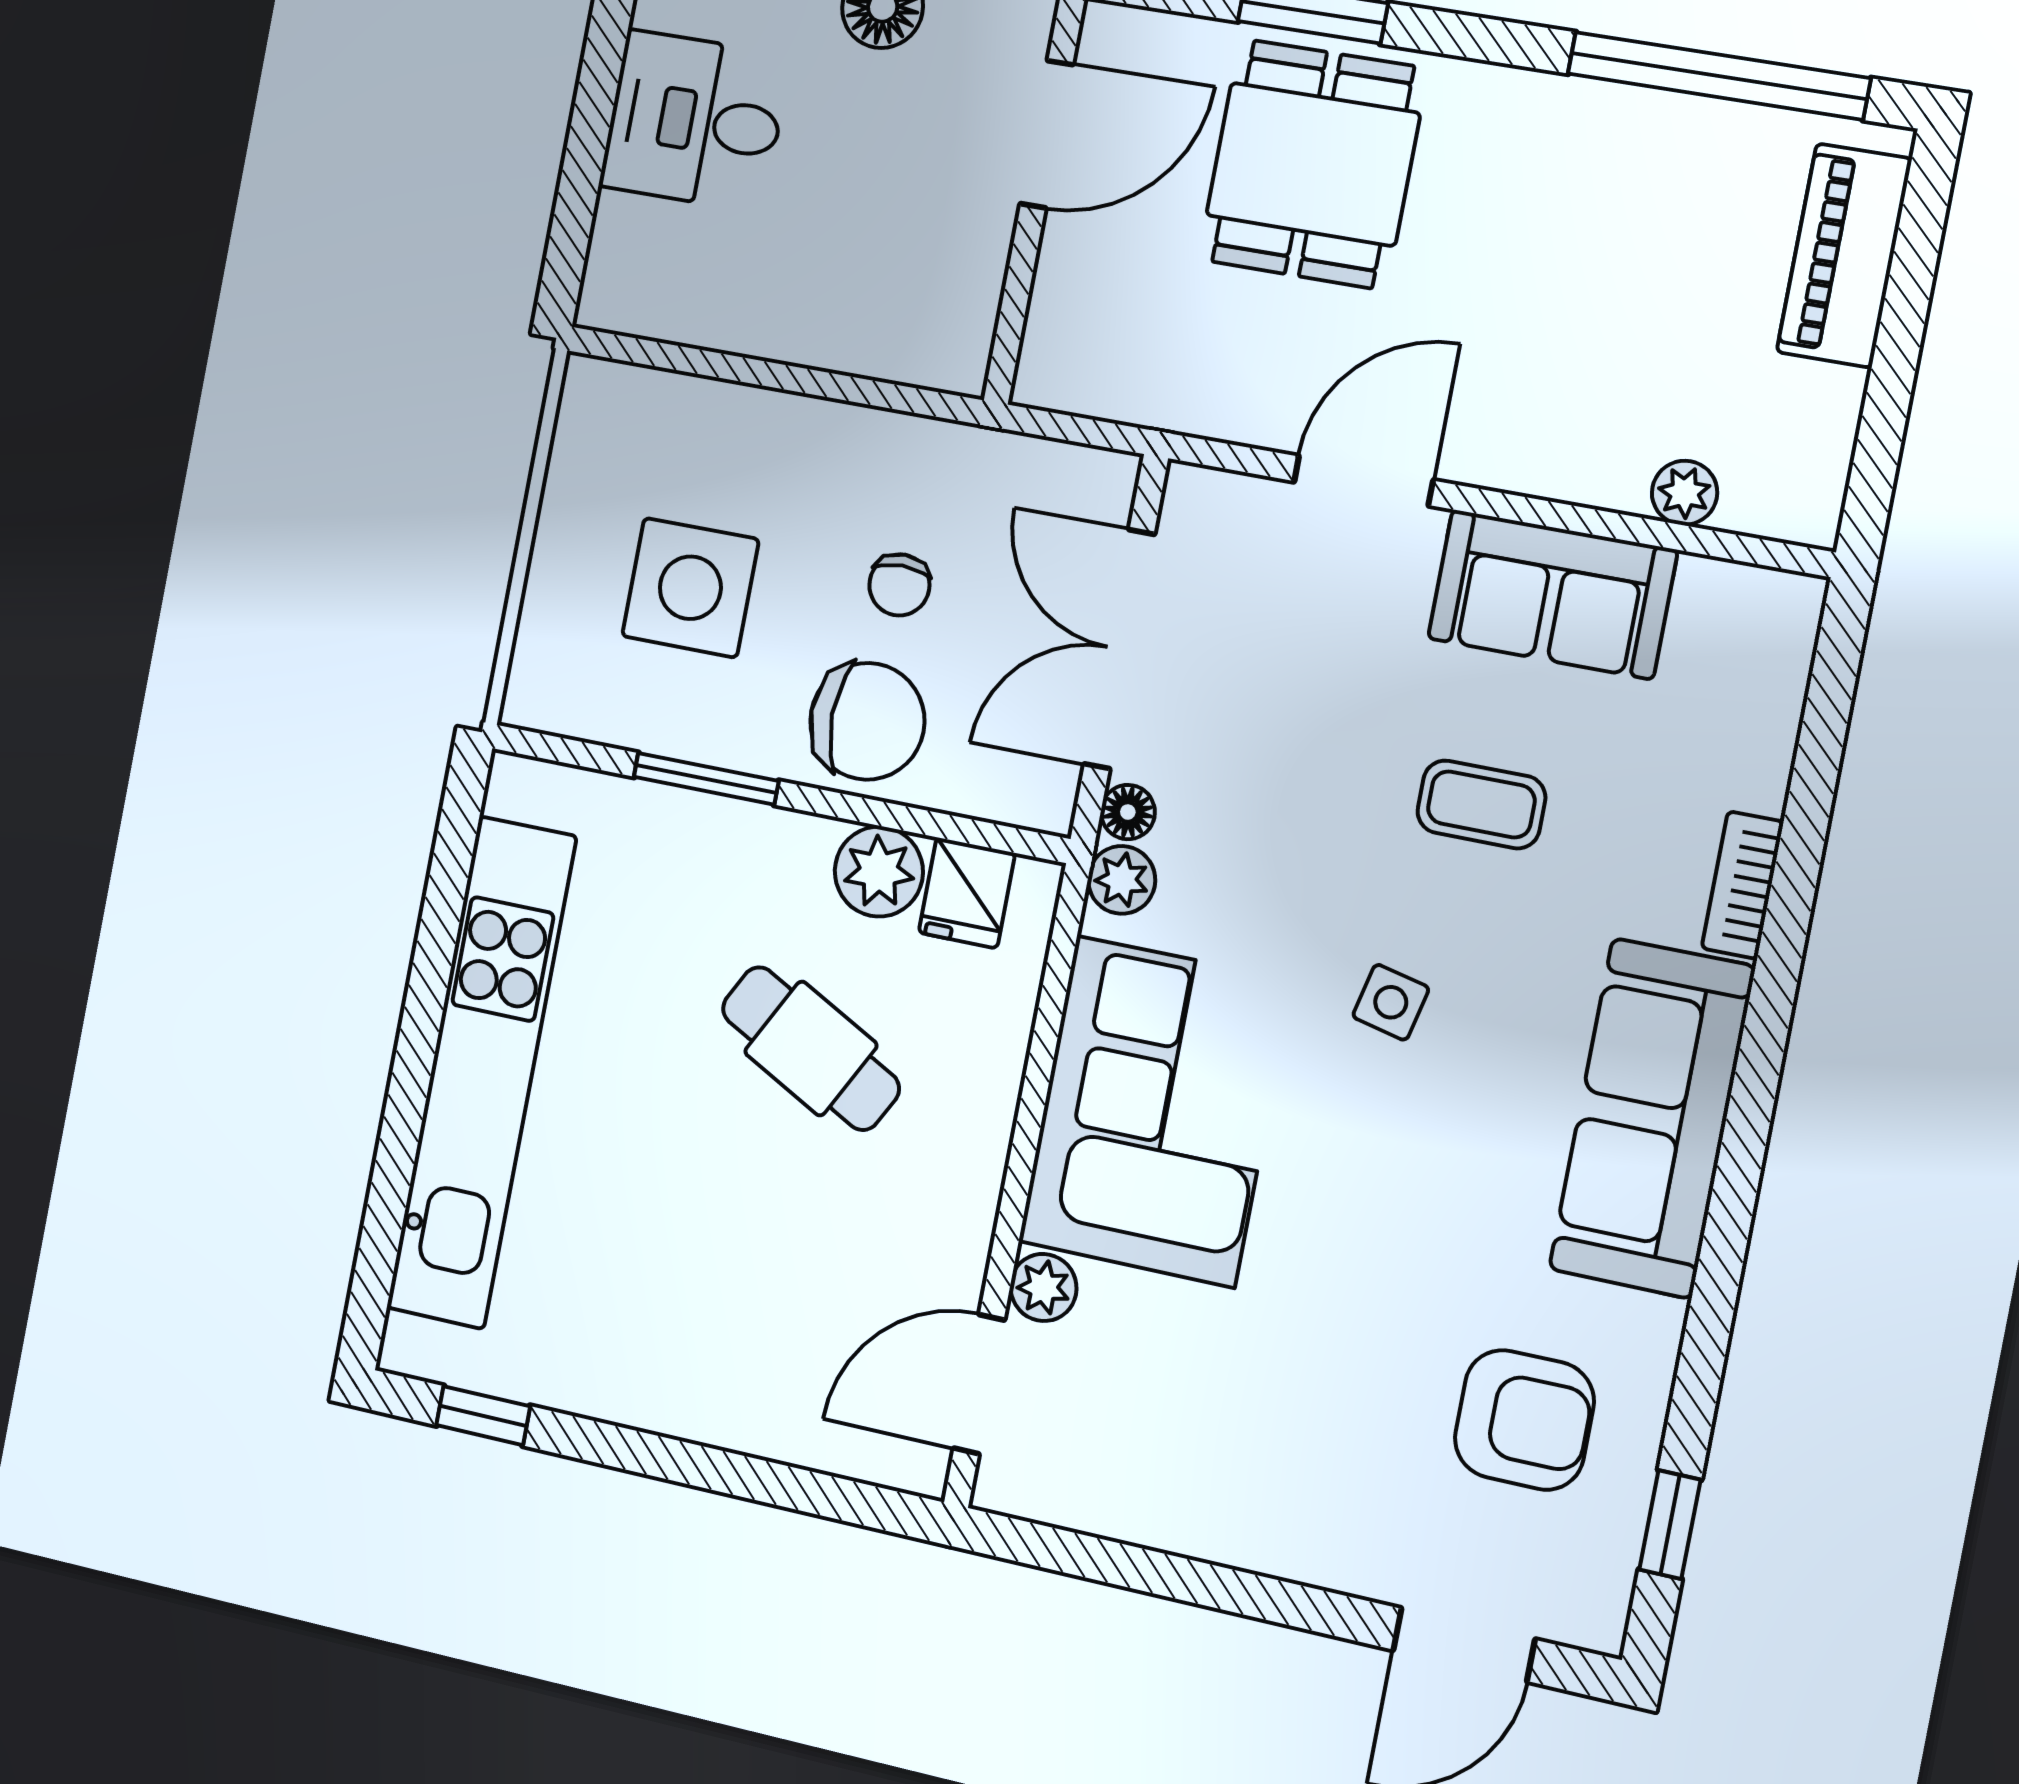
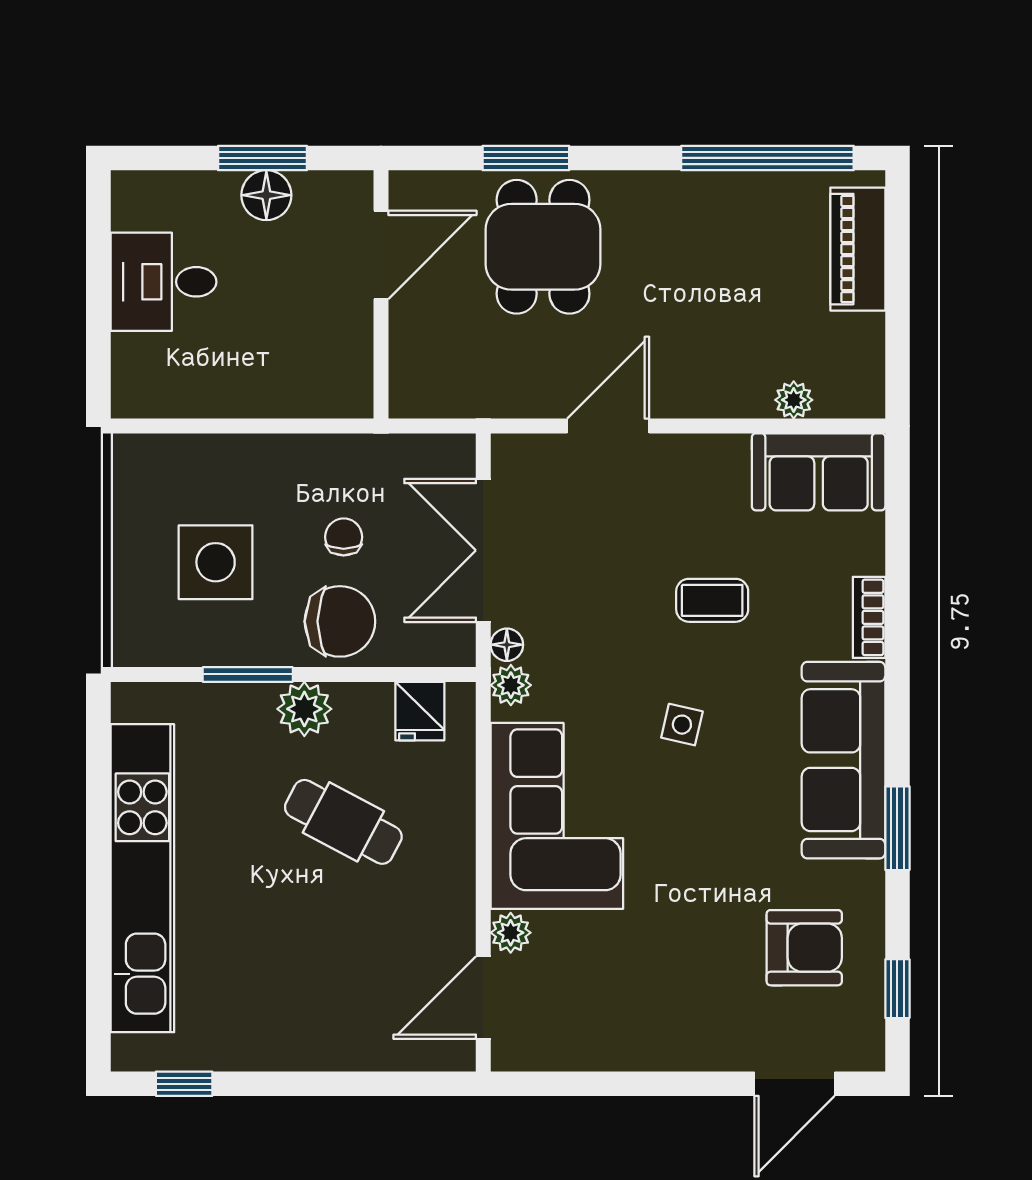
chair: (899, 585) -> (344, 537), turned 180
sofa: (1552, 594) -> (819, 472), moved
plant: (879, 872) -> (304, 709), moved
window: (1723, 1253) -> (897, 828), added

